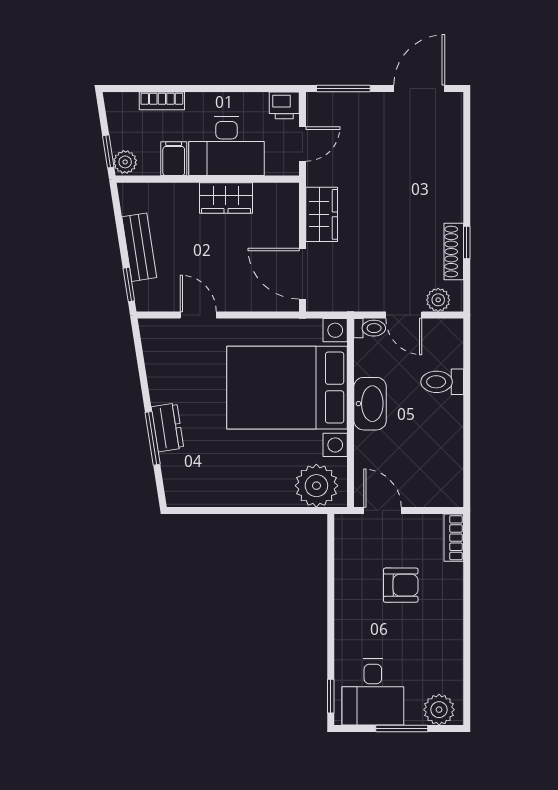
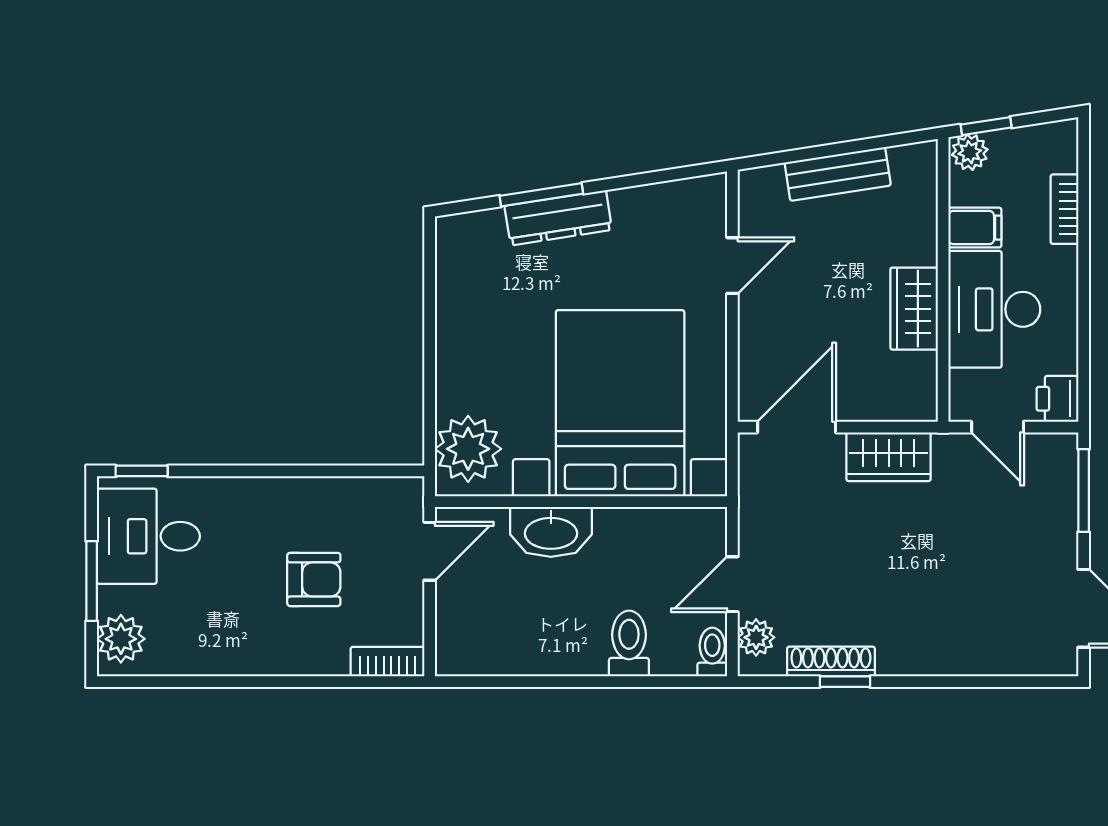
window: (129, 284) -> (780, 158), removed
toilet: (370, 328) -> (712, 652), moved, turned 180
washbasin: (370, 404) -> (551, 532), moved
dresser: (167, 427) -> (558, 218), width x1.44
armchair: (401, 585) -> (314, 579), turned -90

